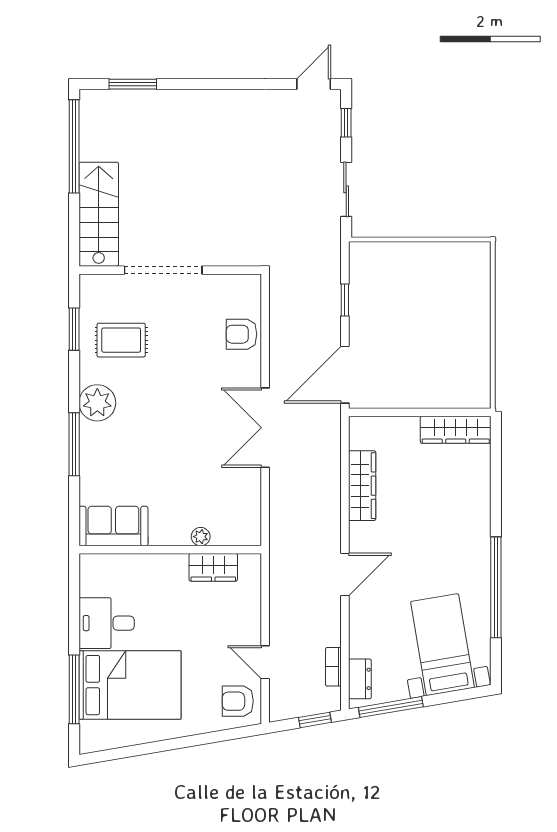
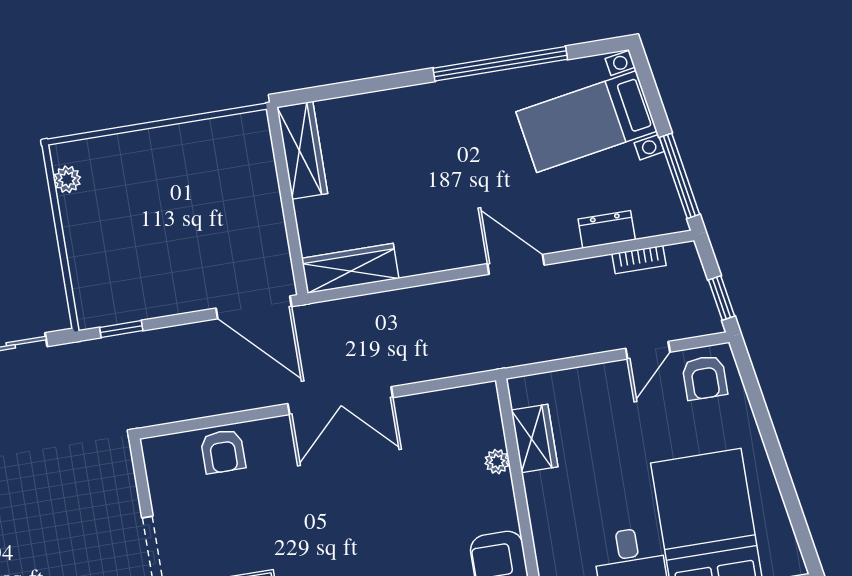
plant: (463, 252) -> (67, 179), added
window: (345, 300) -> (121, 329), moved
wardrobe: (362, 486) -> (350, 268), moved
dresser: (360, 679) -> (607, 229), moved
window: (315, 720) -> (721, 298), moved

